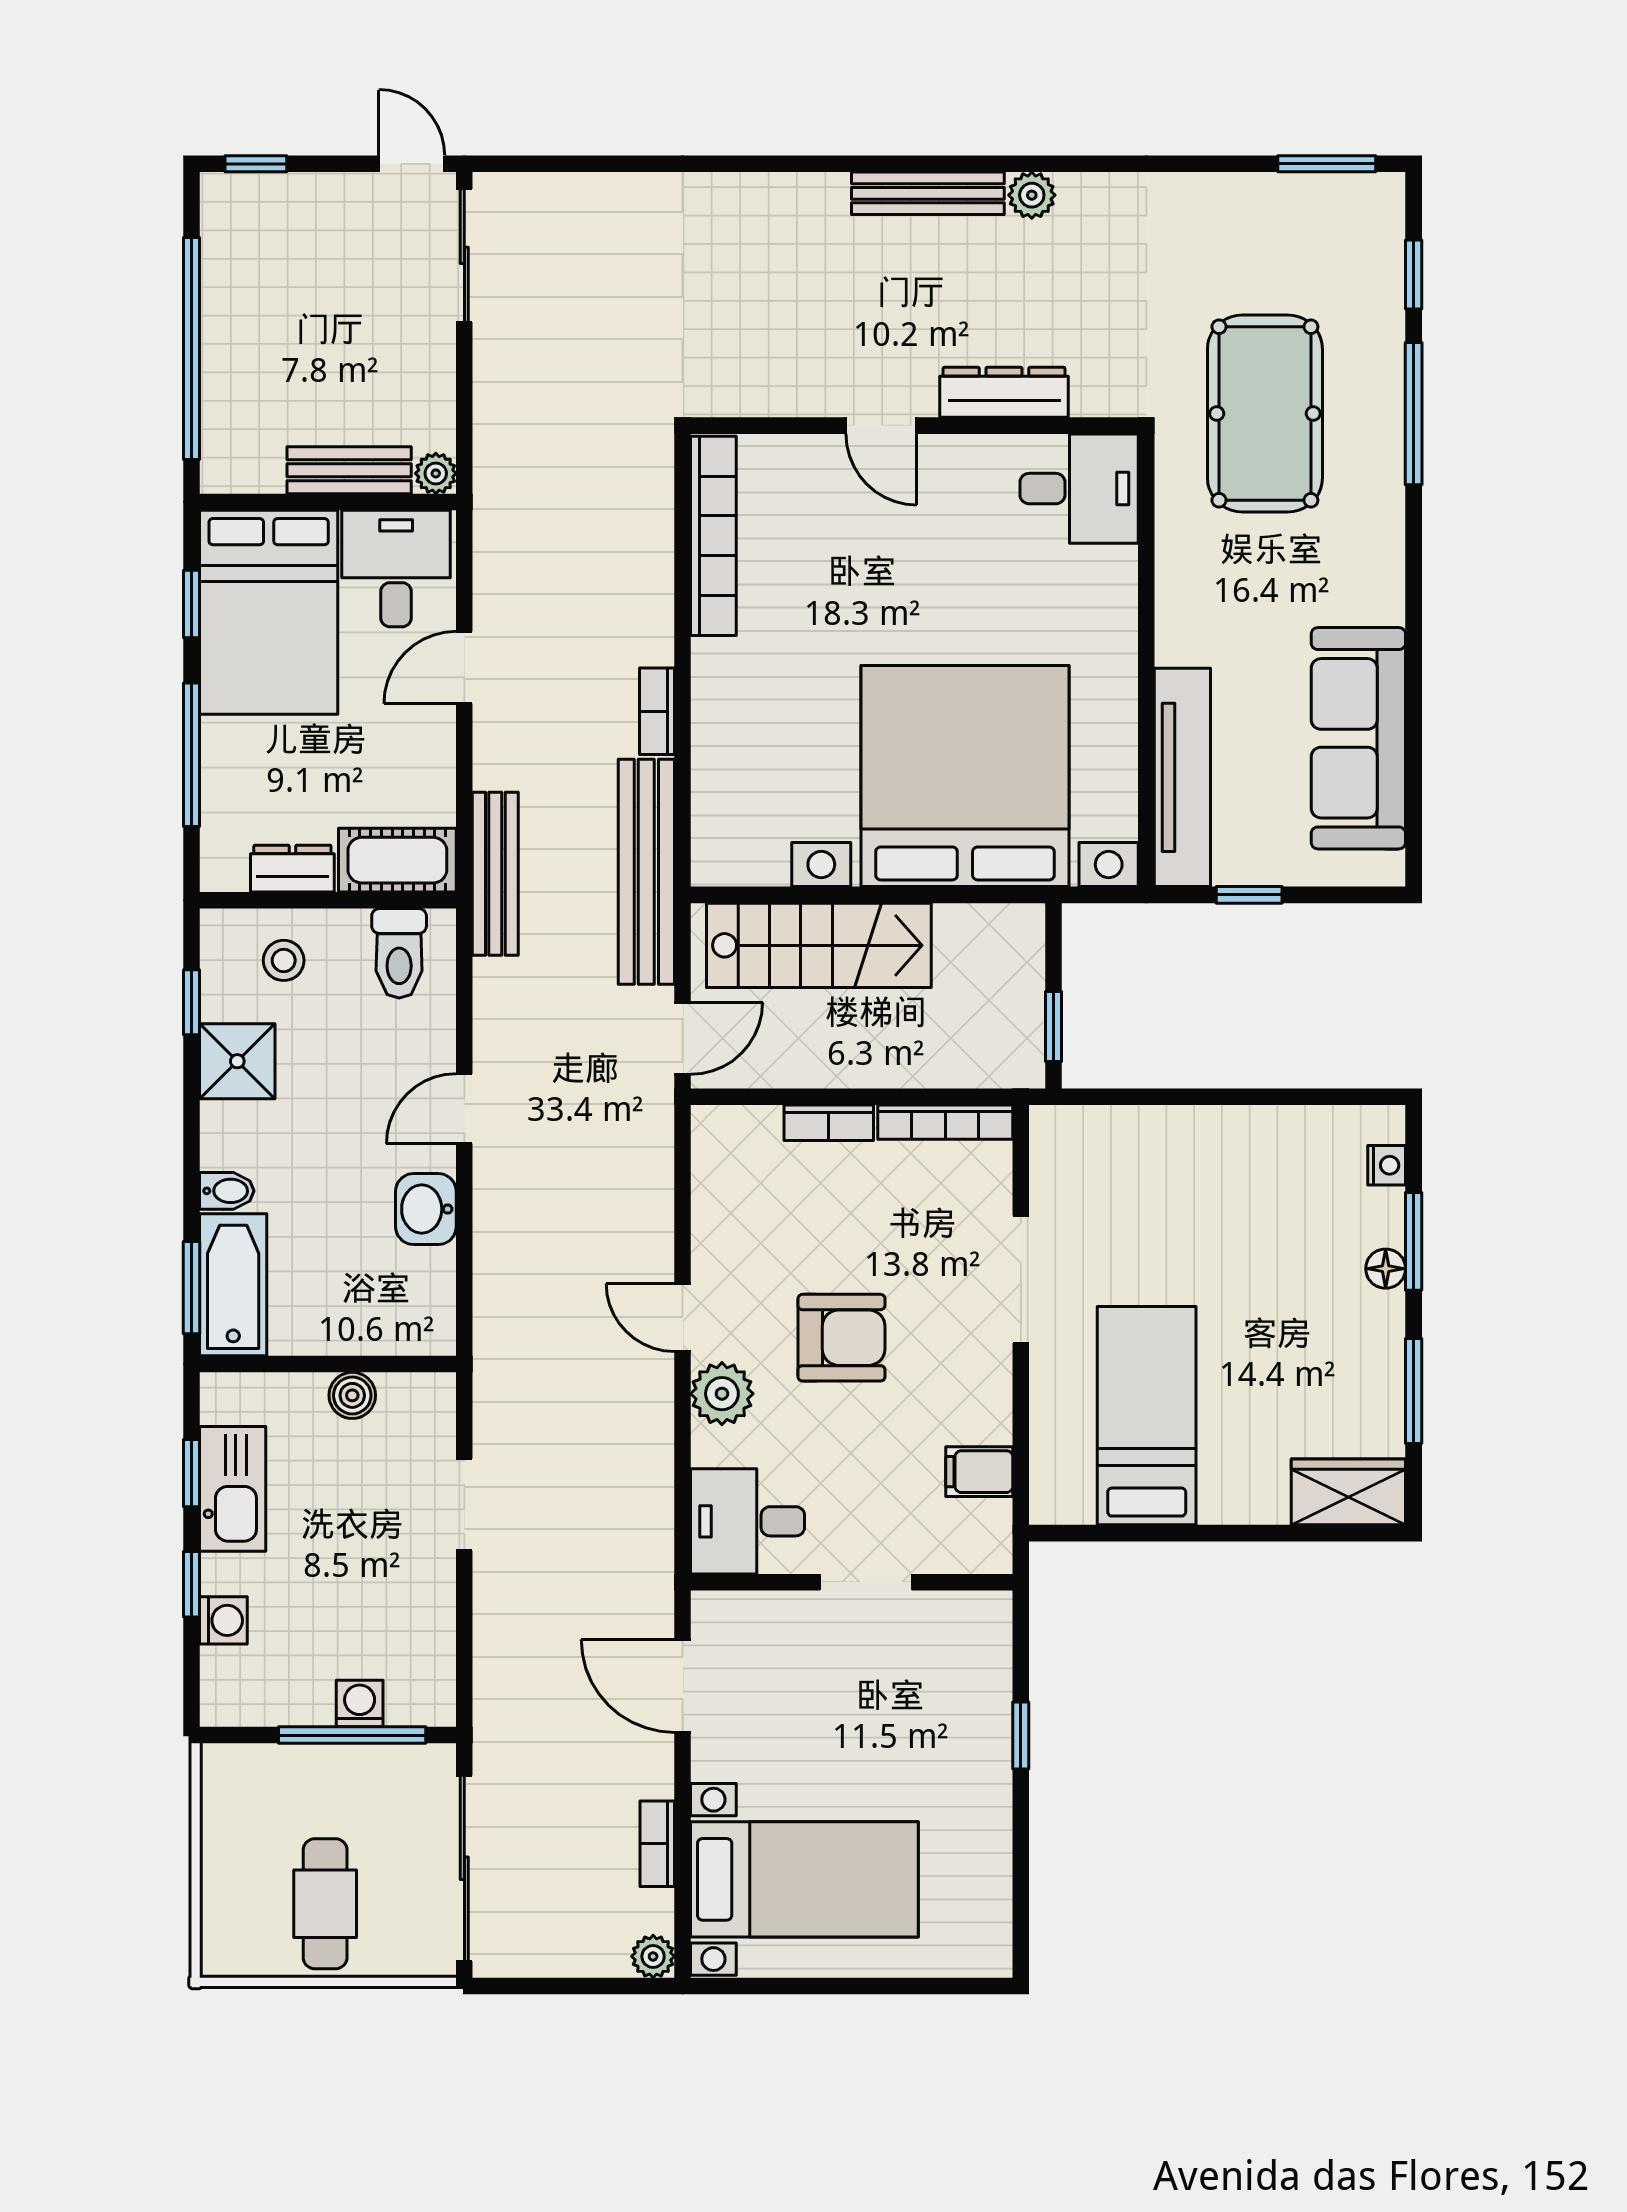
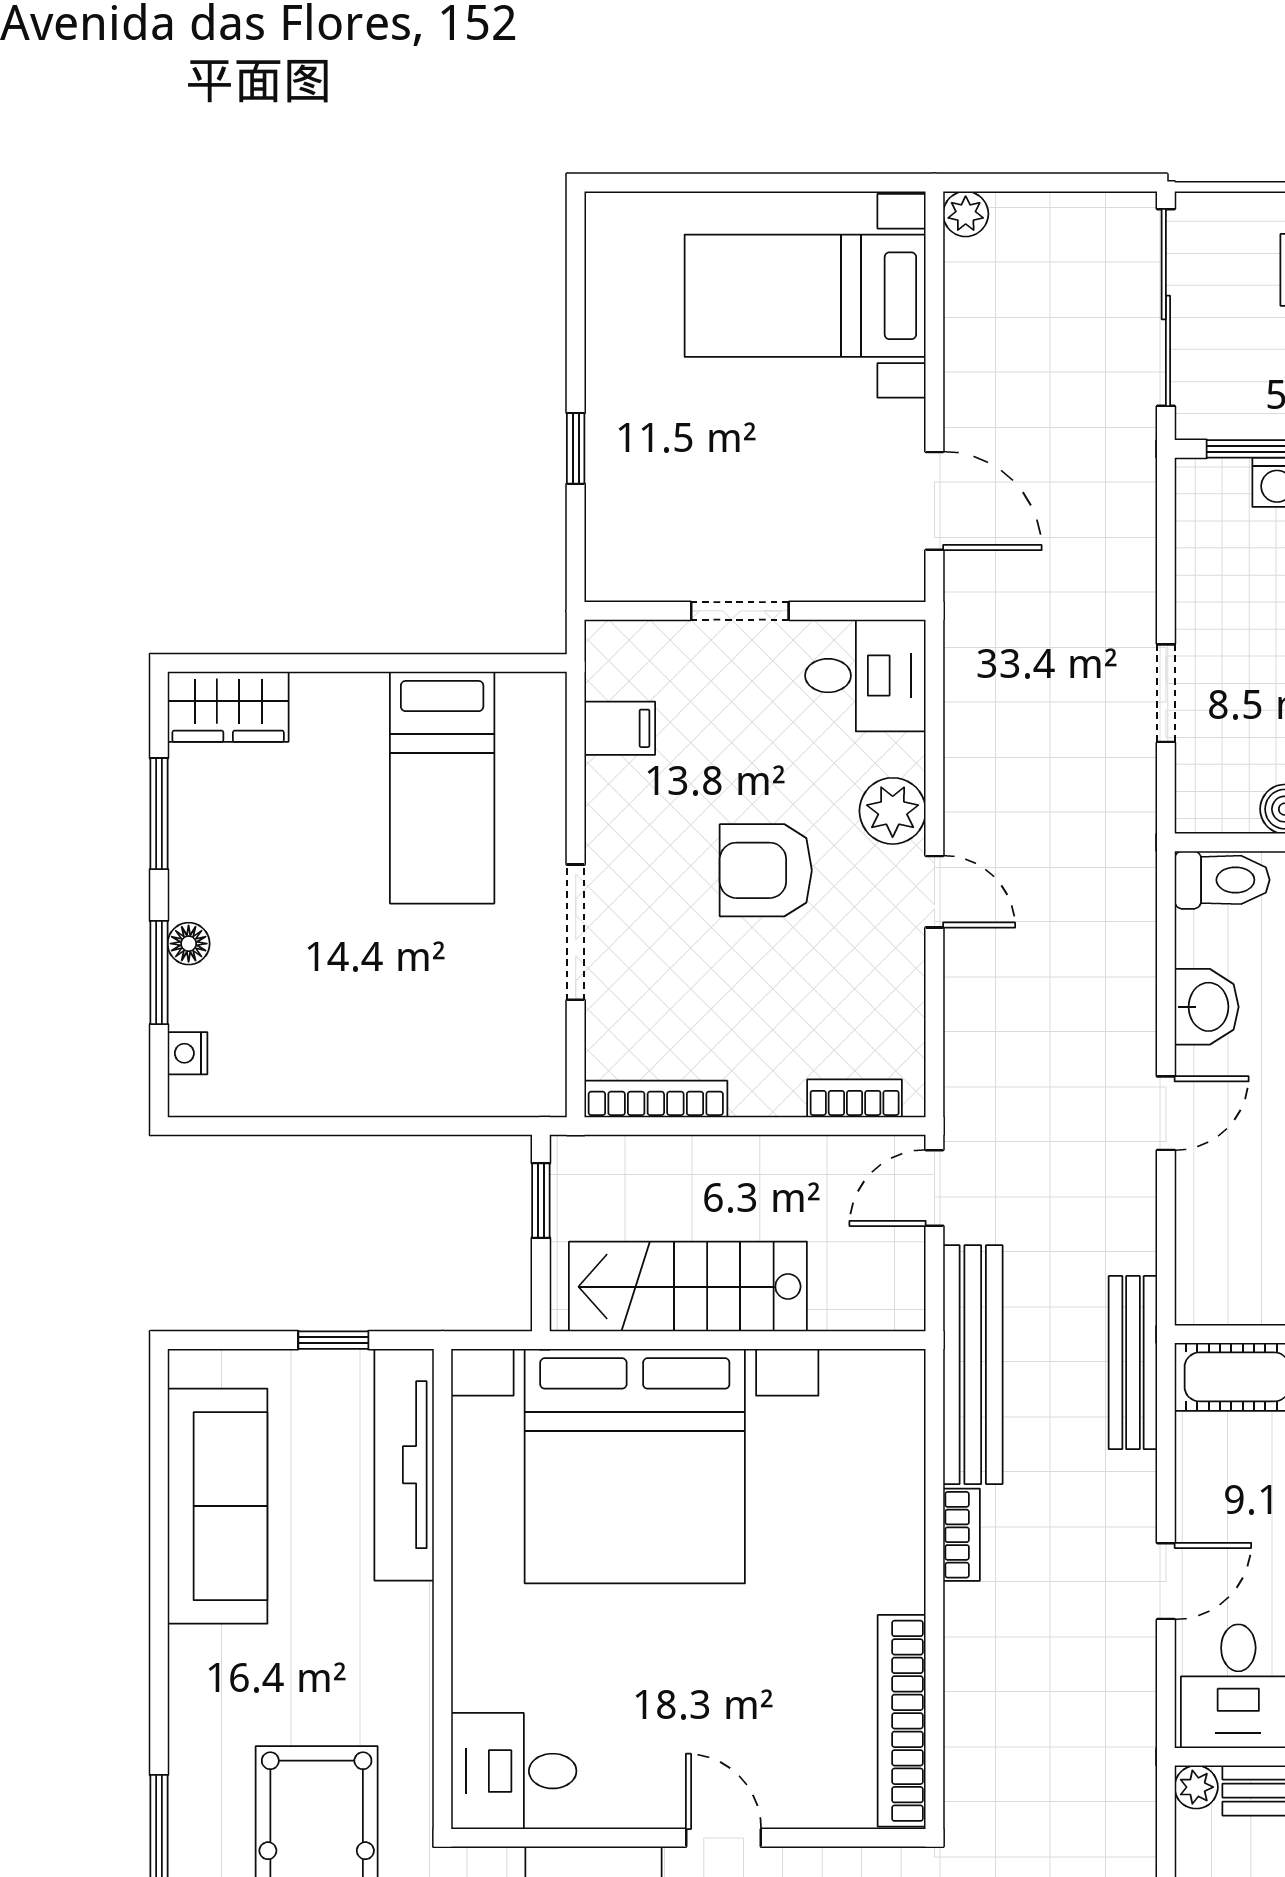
stairs: (819, 945) -> (688, 1287), moved
toilet: (399, 953) -> (1222, 880), moved, turned 90
bookcase: (829, 1123) -> (855, 1098), moved
bookcase: (657, 1844) -> (961, 333), removed

